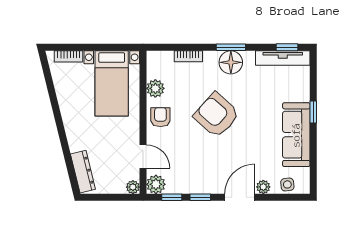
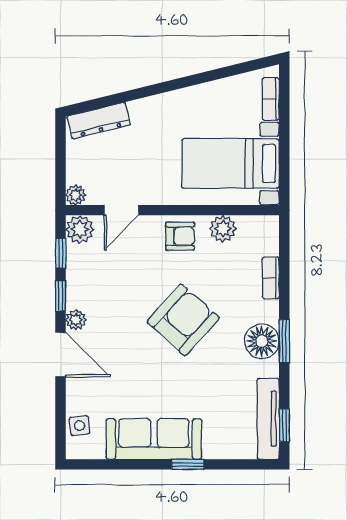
plant: (263, 187) -> (76, 320), moved

